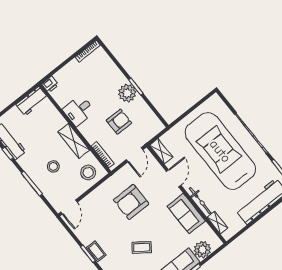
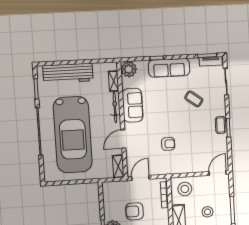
armchair: (131, 202) -> (168, 144), width x0.53, depth x0.53
coffee table: (142, 247) -> (194, 99), moved
plant: (202, 250) -> (129, 69), moved

